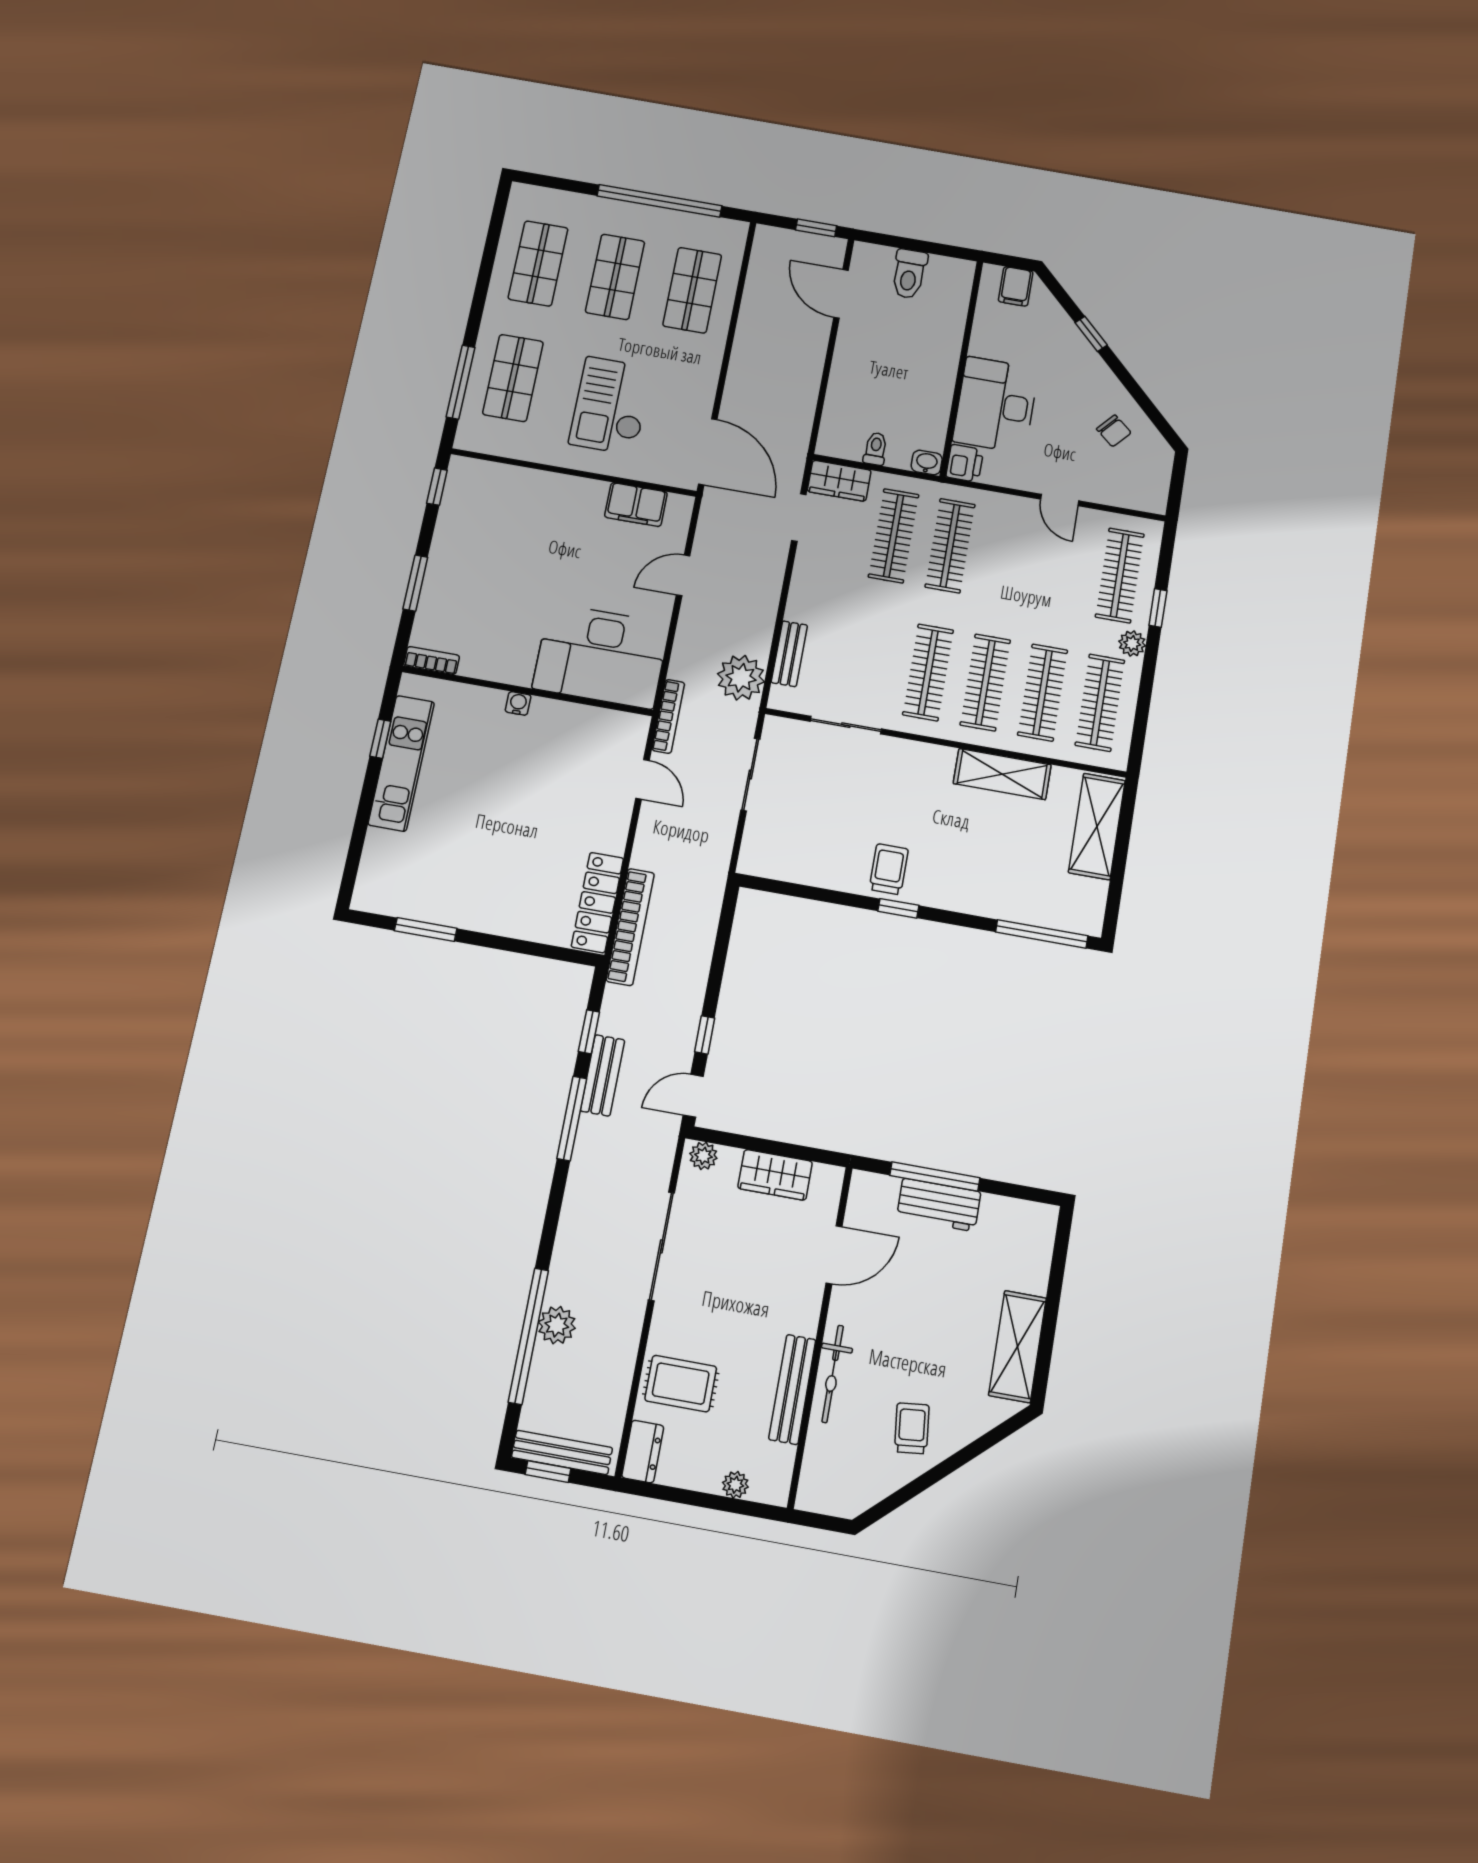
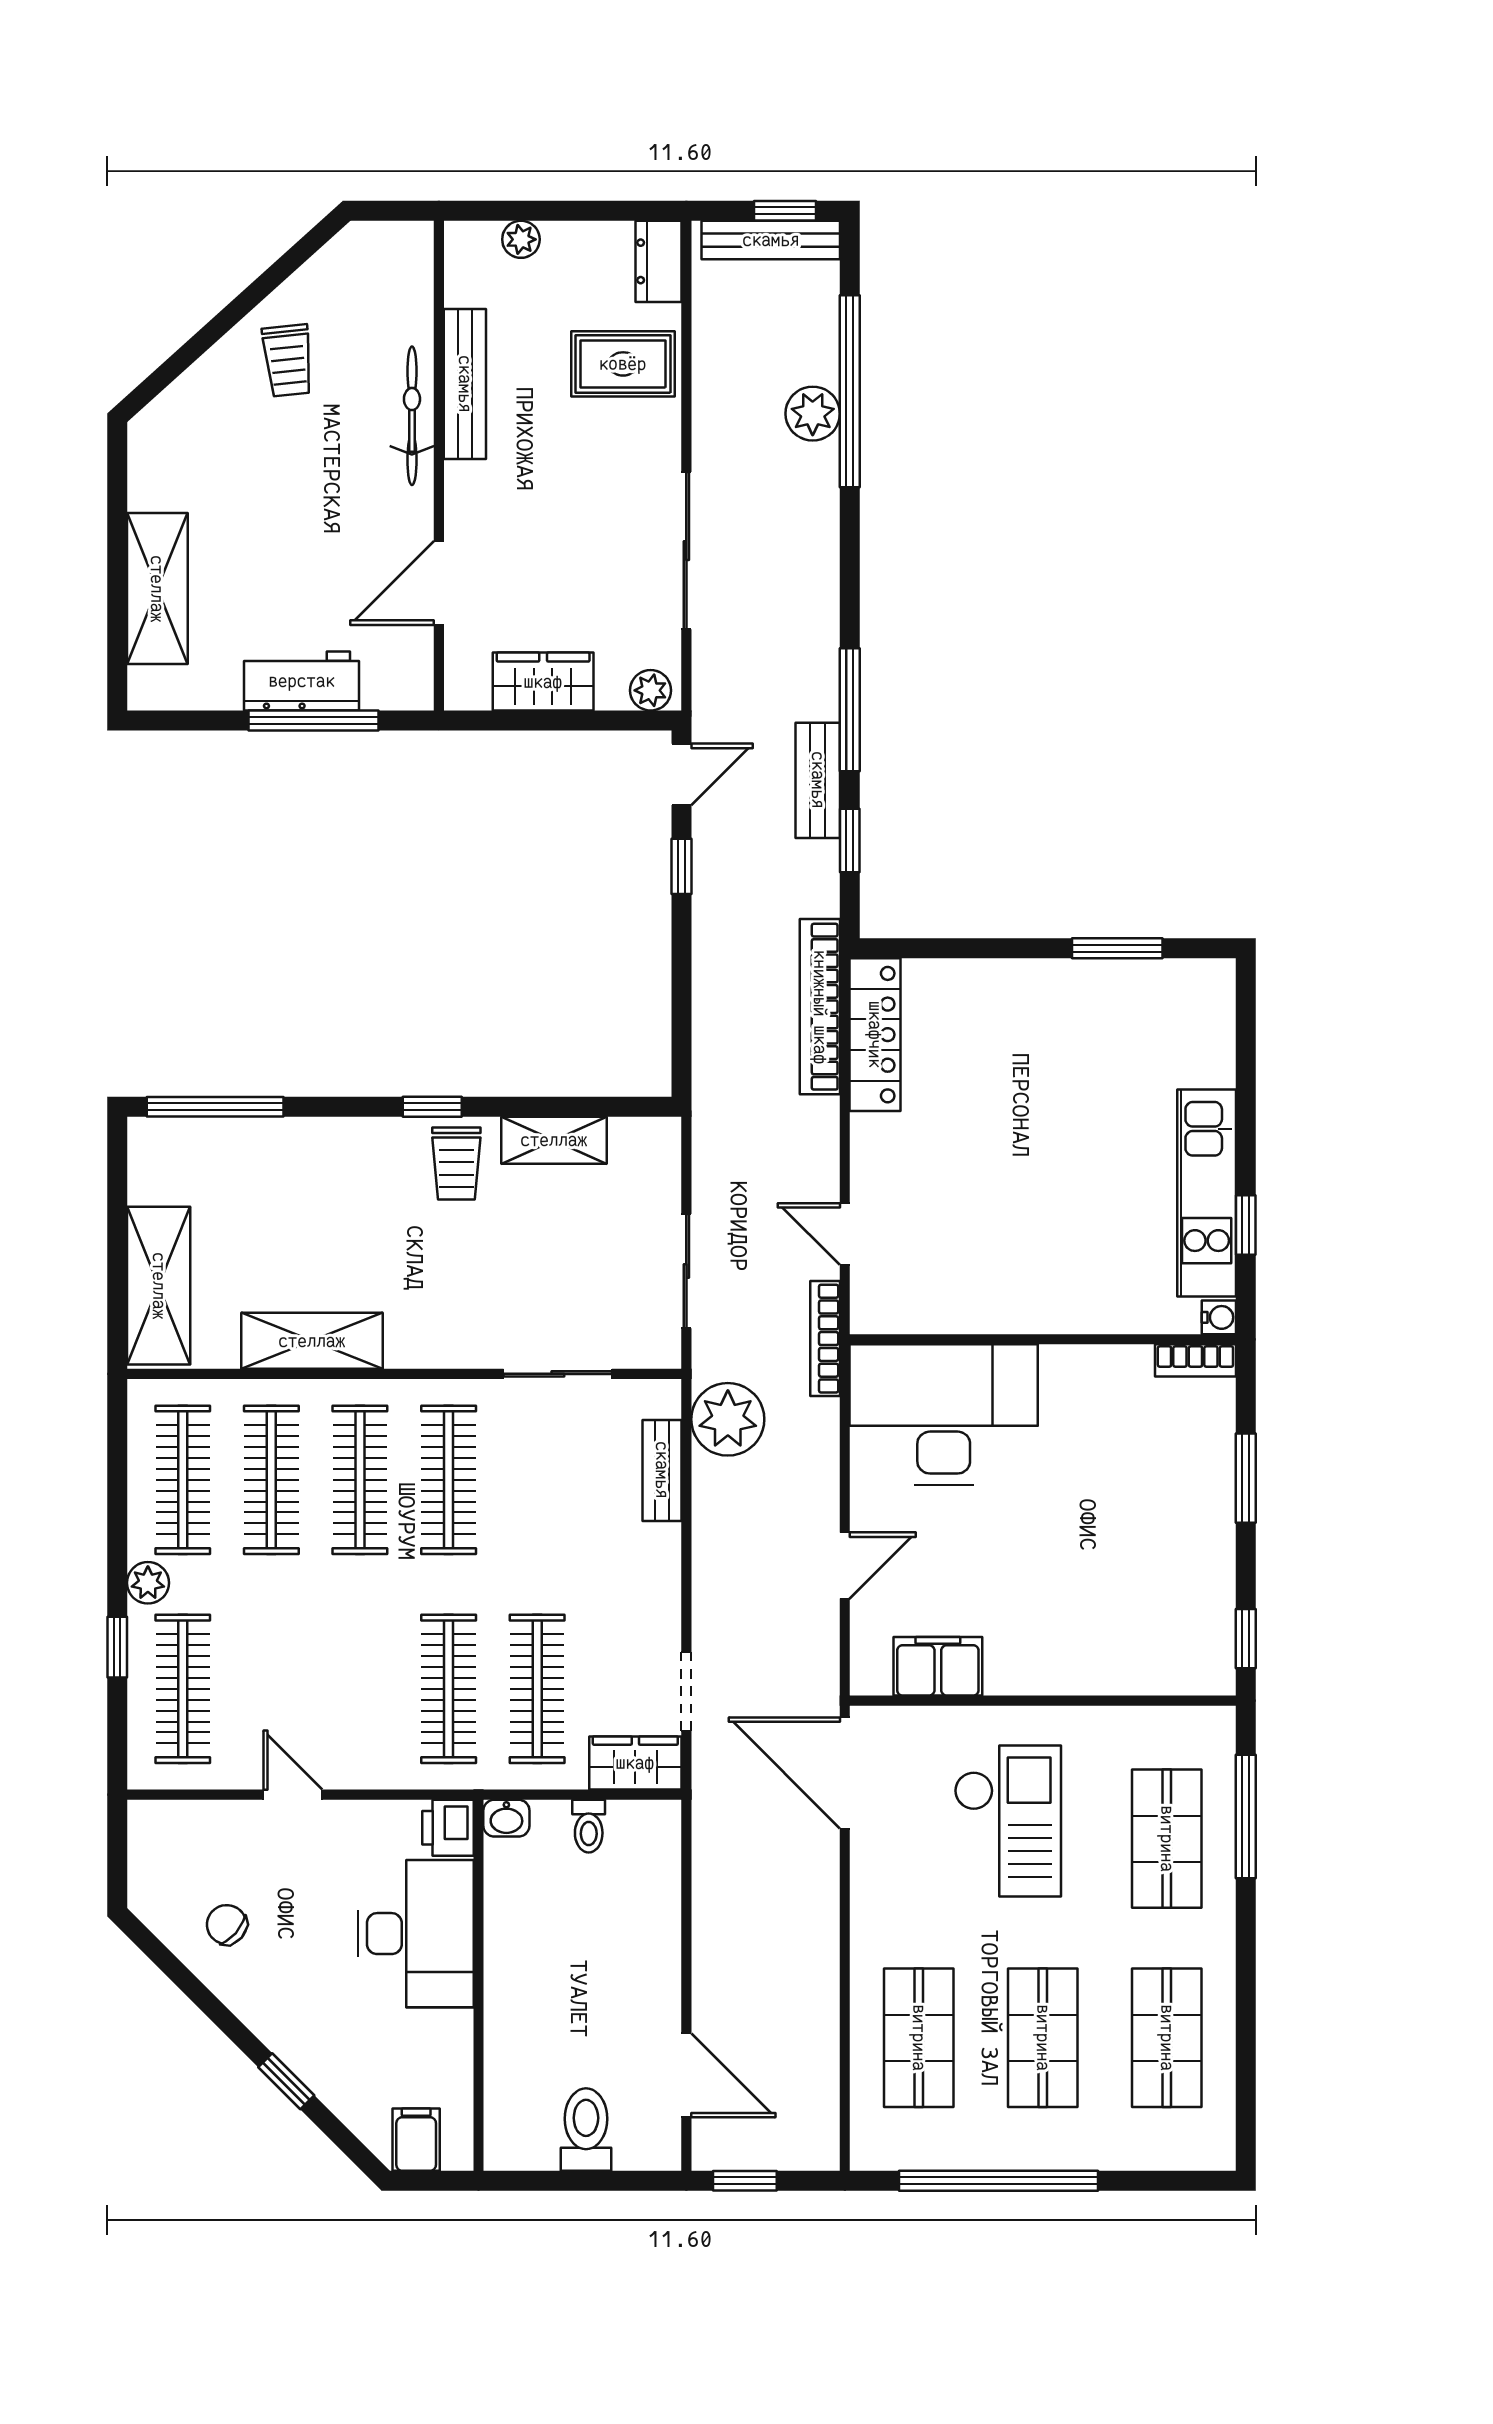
water cooler: (518, 703) -> (1219, 1317), moved, turned -90
shelving: (822, 873) -> (554, 1140), added
shelving: (1017, 1347) -> (157, 589), moved

